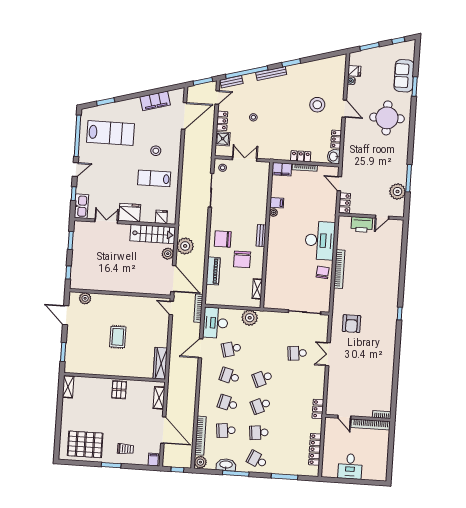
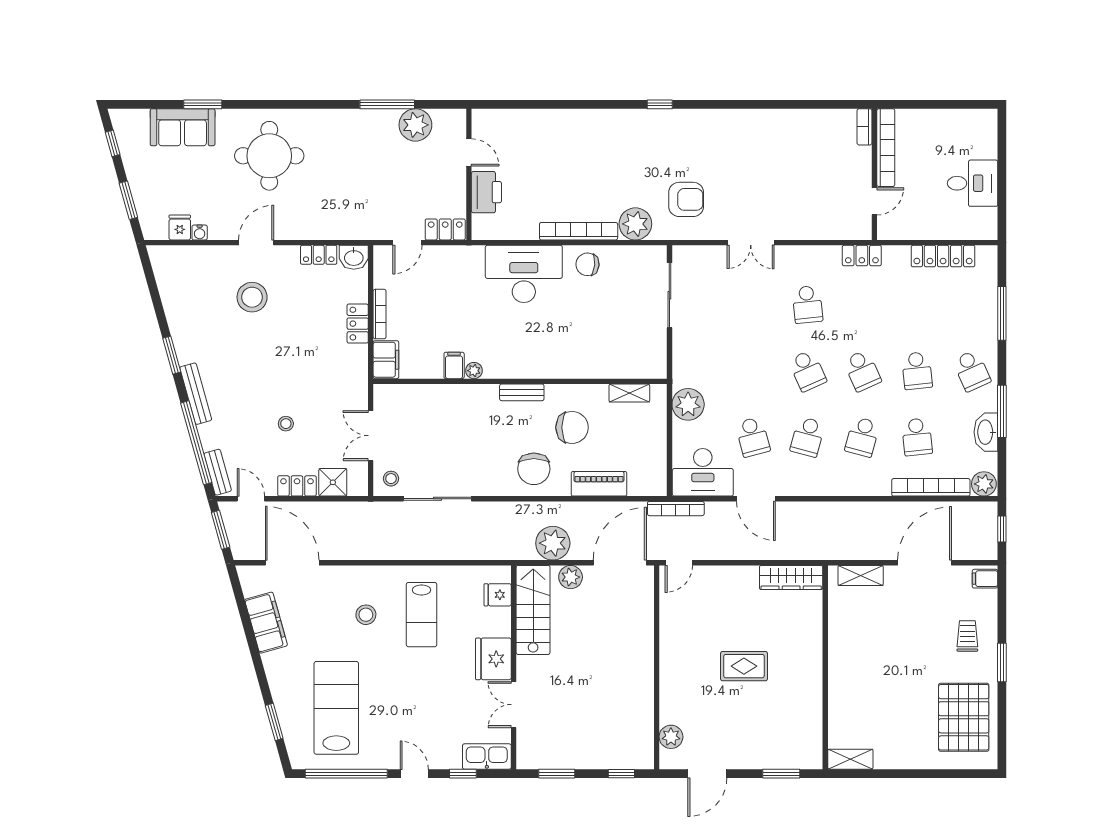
plant: (341, 298) -> (635, 224), added
school desk: (297, 353) -> (807, 304), moved
pallet: (119, 390) -> (850, 657), removed
school desk: (257, 460) -> (972, 371), turned -48

